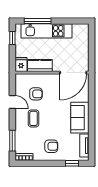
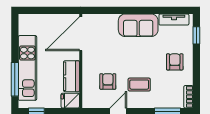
door: (73, 73) -> (81, 34), swing flipped

